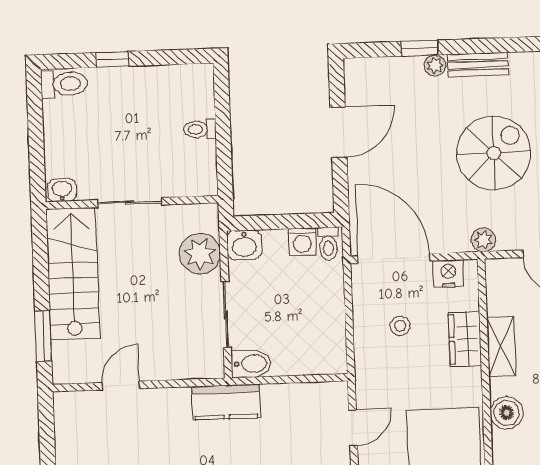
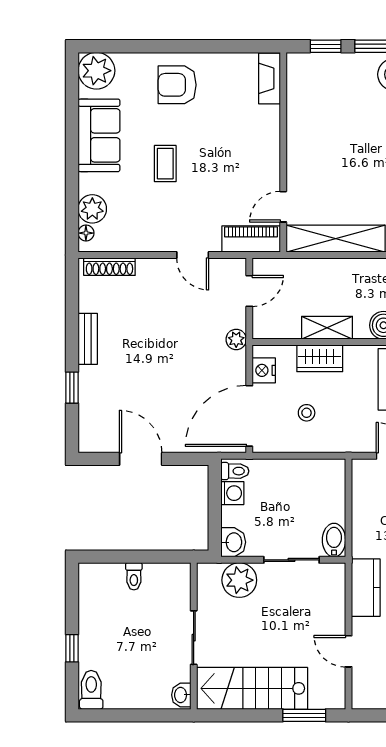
plant: (435, 65) -> (87, 375), removed
spiral stairs: (494, 153) -> (163, 328), removed
kitchen counter: (226, 402) -> (366, 588), moved

